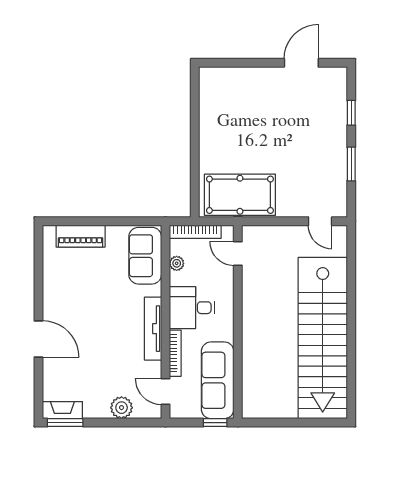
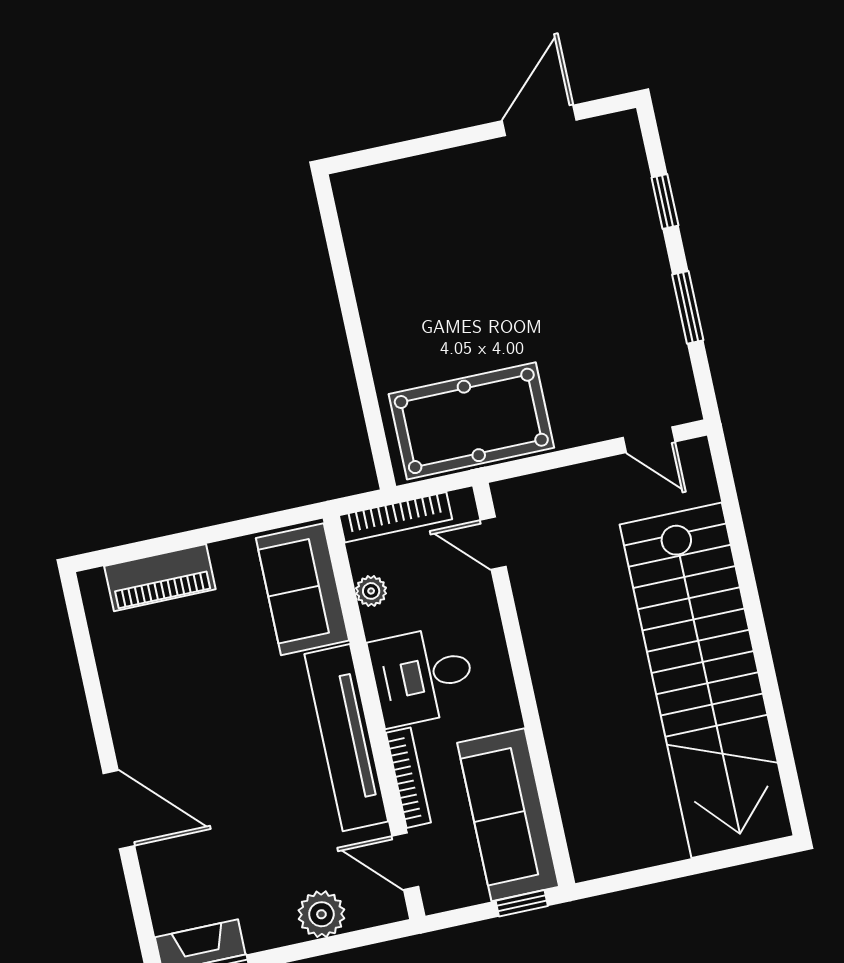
tv unit: (153, 329) -> (346, 738), width x1.36, depth x1.29

